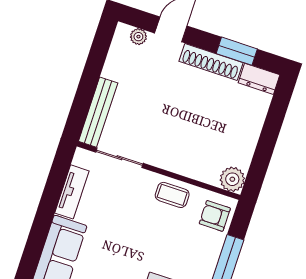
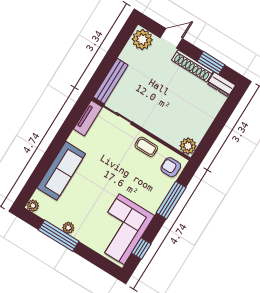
plant: (138, 37) -> (142, 39), width x1.88, depth x1.88
tv unit: (72, 192) -> (88, 118), moved

